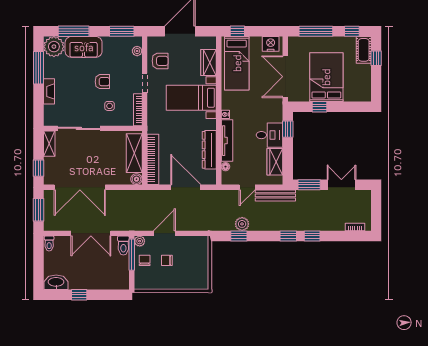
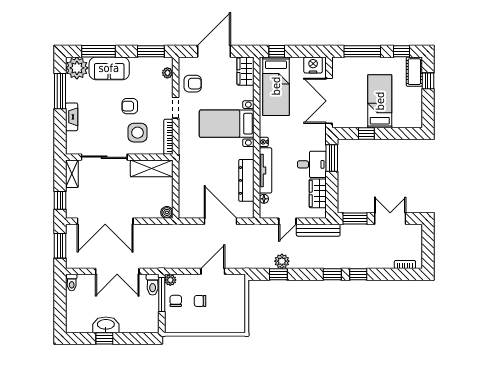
wardrobe: (209, 62) -> (245, 71), moved
bed: (326, 77) -> (380, 101), width x0.67
armchair: (102, 82) -> (130, 106), turned 180
side table: (110, 106) -> (138, 133), width x1.87, depth x1.87
window: (288, 129) -> (332, 158), width x1.50
shelving: (134, 153) -> (152, 168), moved, turned 90
bookcase: (153, 159) -> (185, 191), removed
door: (164, 233) -> (213, 271), moved
washbasin: (56, 282) -> (106, 325), moved

